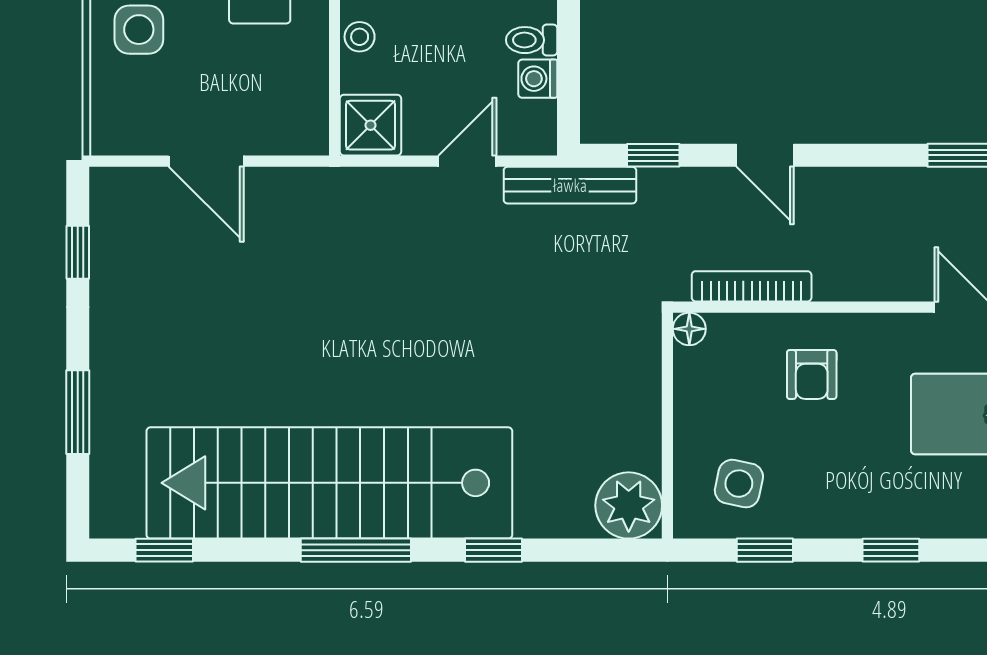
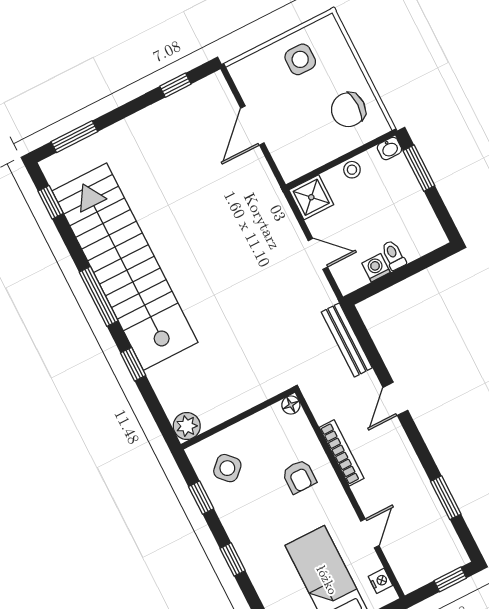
window: (653, 155) -> (367, 344), removed
bench: (570, 185) -> (347, 340), moved
bookcase: (752, 286) -> (342, 453), moved
armchair: (812, 374) -> (299, 477), turned -90
window: (78, 412) -> (74, 137), moved
side table: (739, 484) -> (227, 468), turned 34
plant: (629, 505) -> (187, 426), width x0.73, depth x0.73

